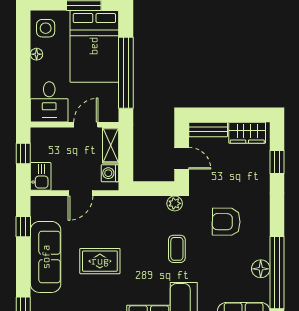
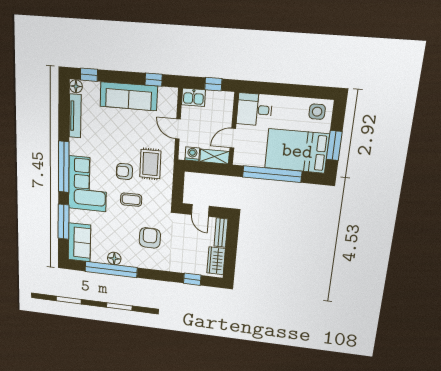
floor lamp: (37, 54) -> (296, 102), removed
door: (86, 125) -> (233, 138), swing flipped
door: (182, 158) -> (200, 210), hinge flipped
plant: (175, 203) -> (166, 201), removed
armchair: (141, 259) -> (124, 171), added
rug: (100, 261) -> (150, 164), moved

